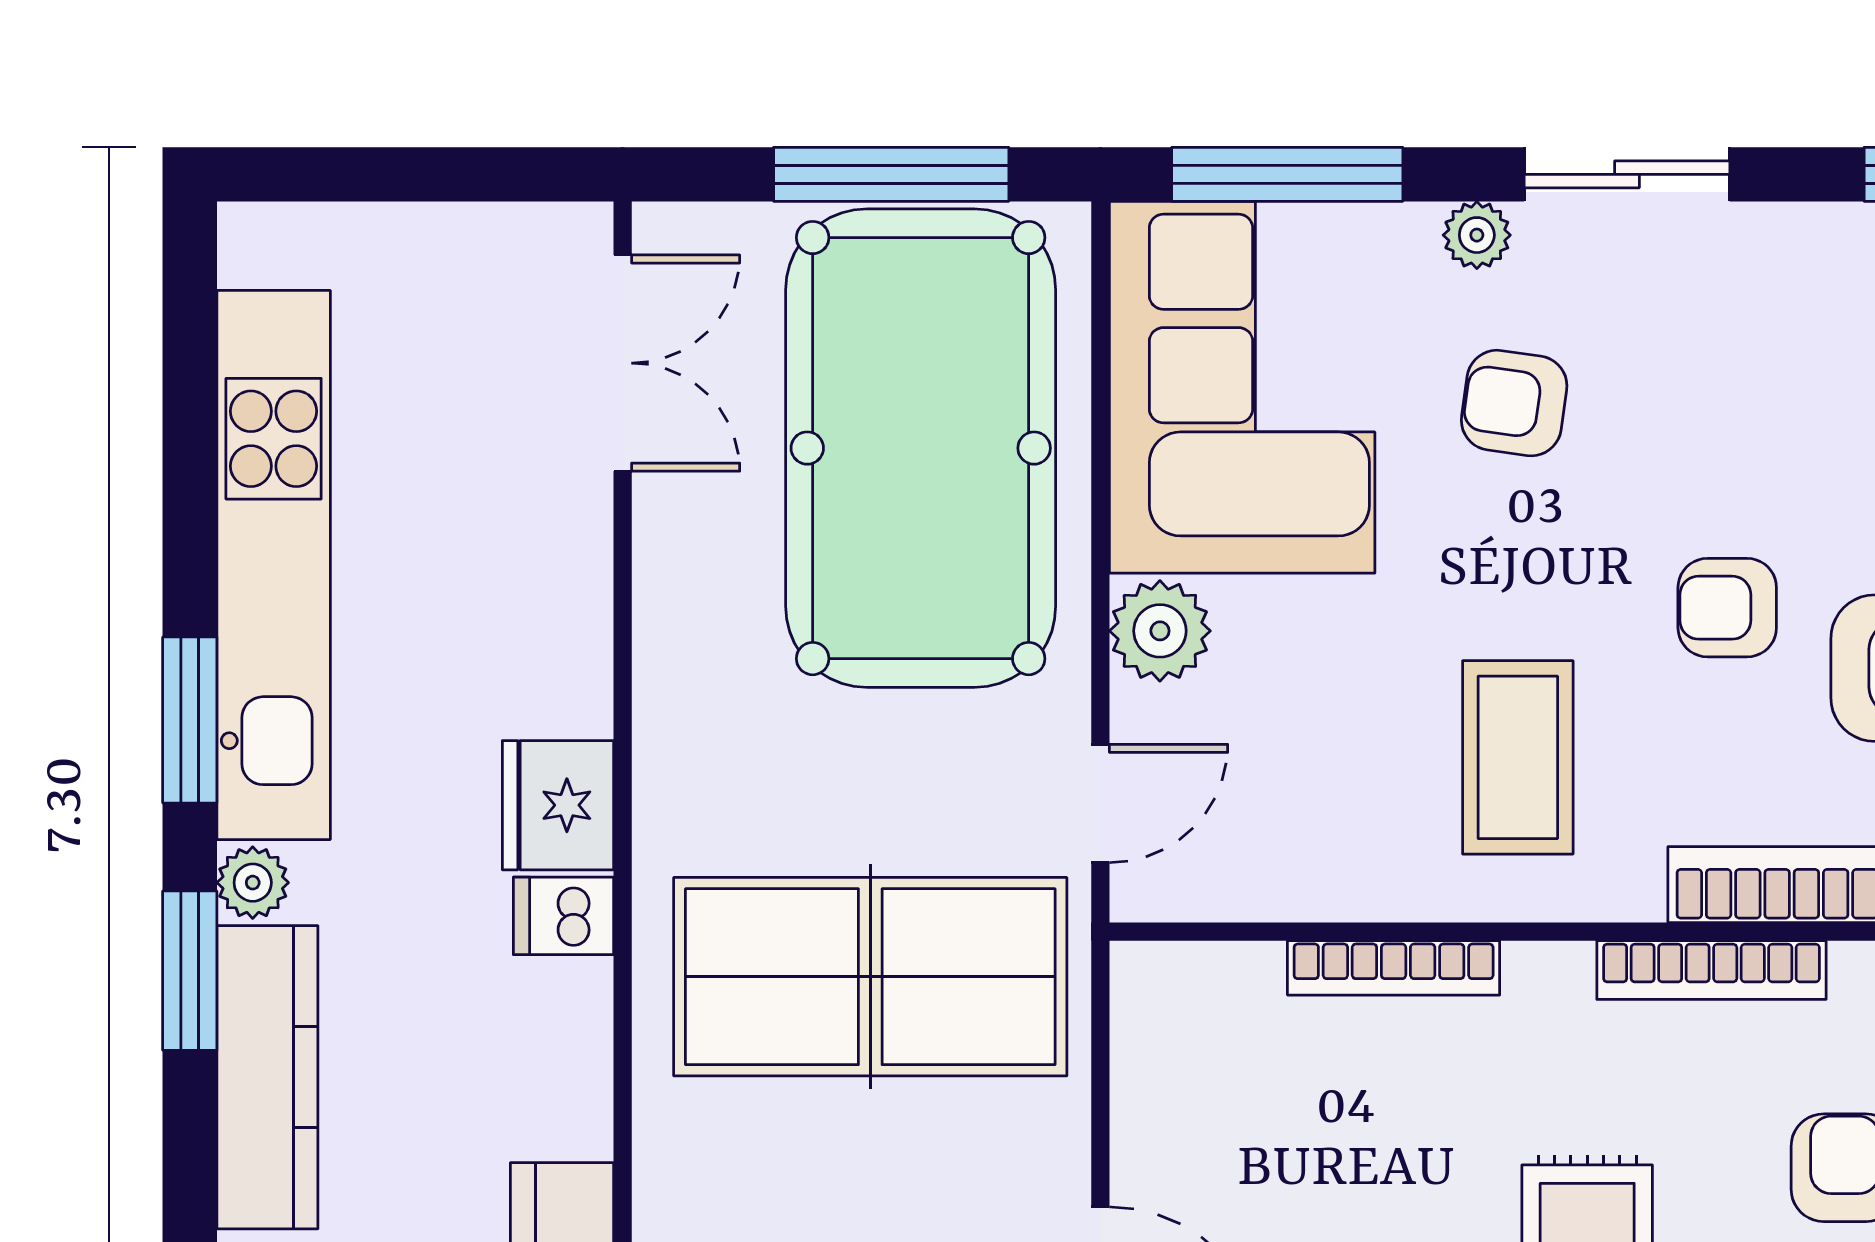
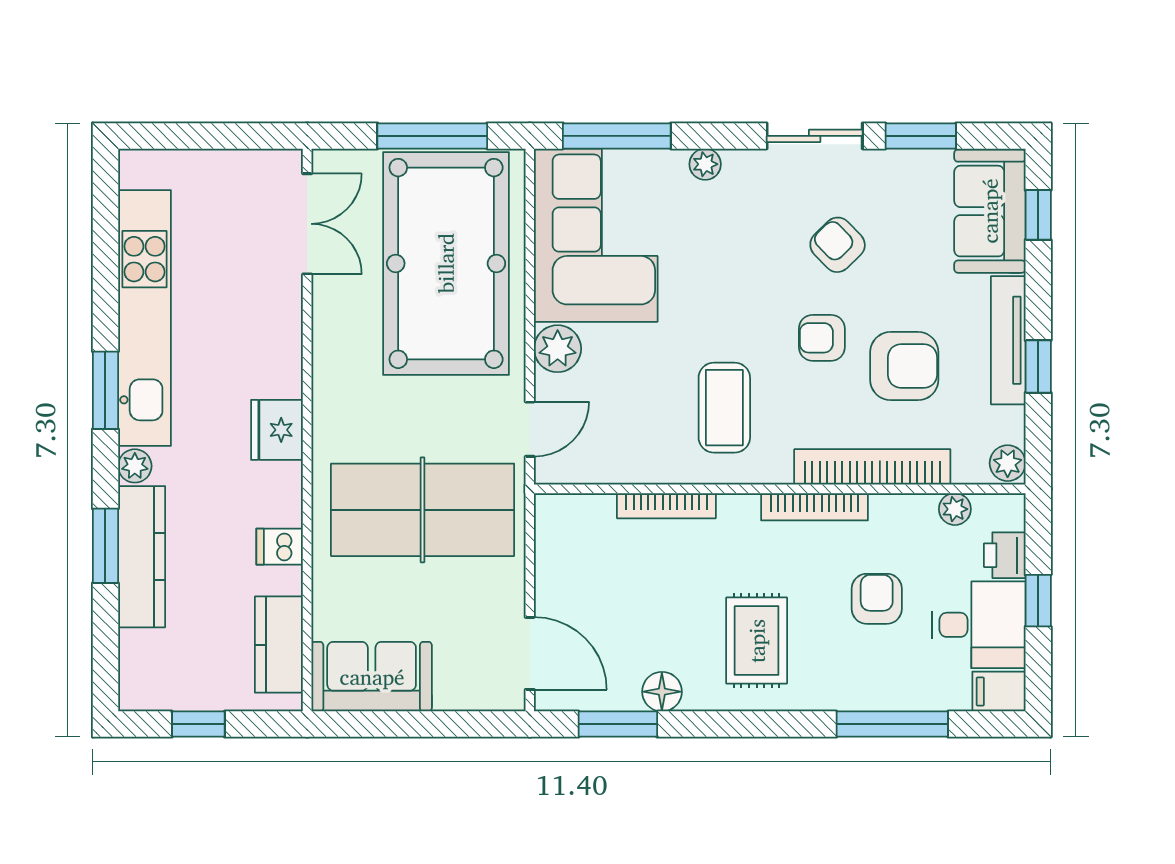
sliding door: (1627, 174) -> (815, 136), moved
armchair: (1514, 403) -> (838, 245), moved, turned 38
dishwasher: (564, 916) -> (280, 547), moved
window: (190, 971) -> (105, 546), moved

